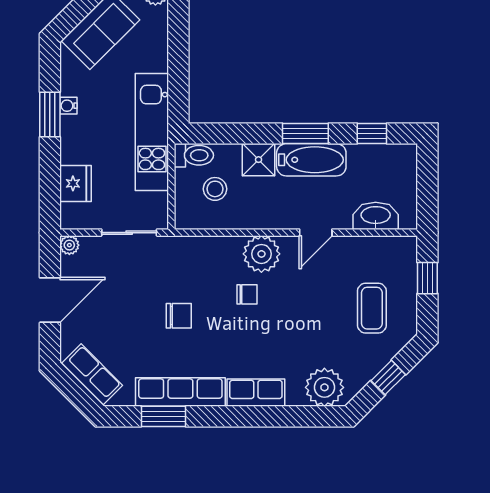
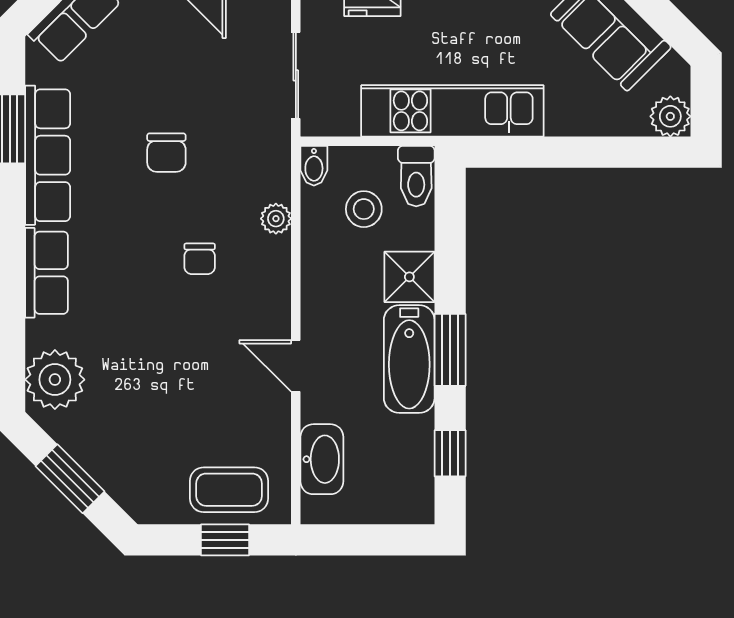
bidet: (187, 221) -> (314, 166), added
plant: (261, 254) -> (276, 219), moved, width x0.53, depth x0.53
coffee table: (372, 308) -> (229, 490), moved
window: (388, 378) -> (70, 479), width x1.50

